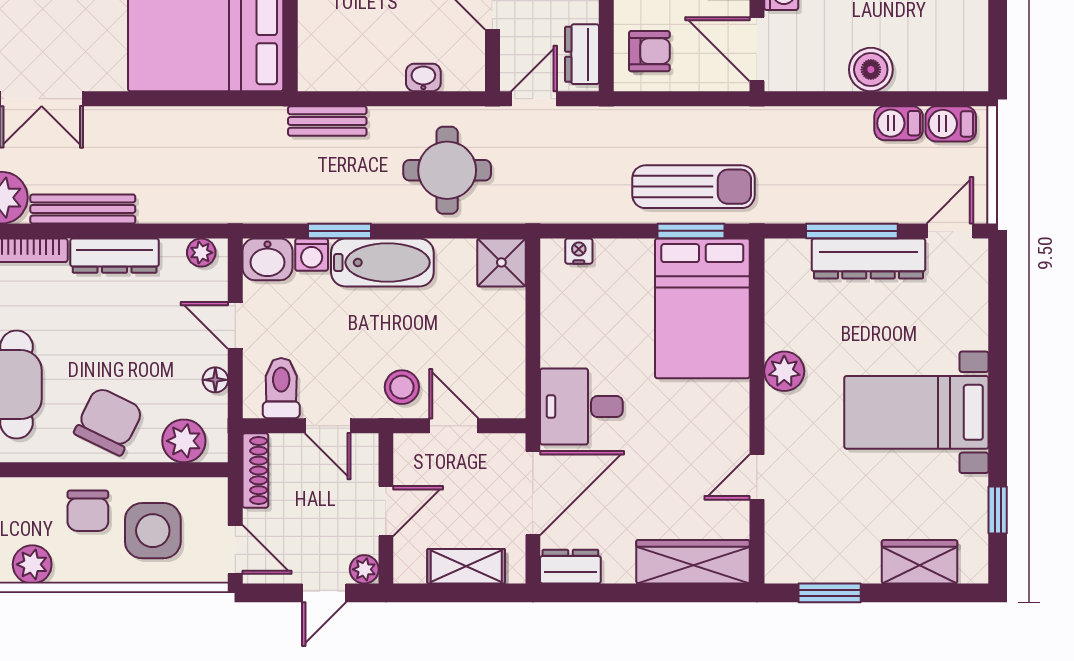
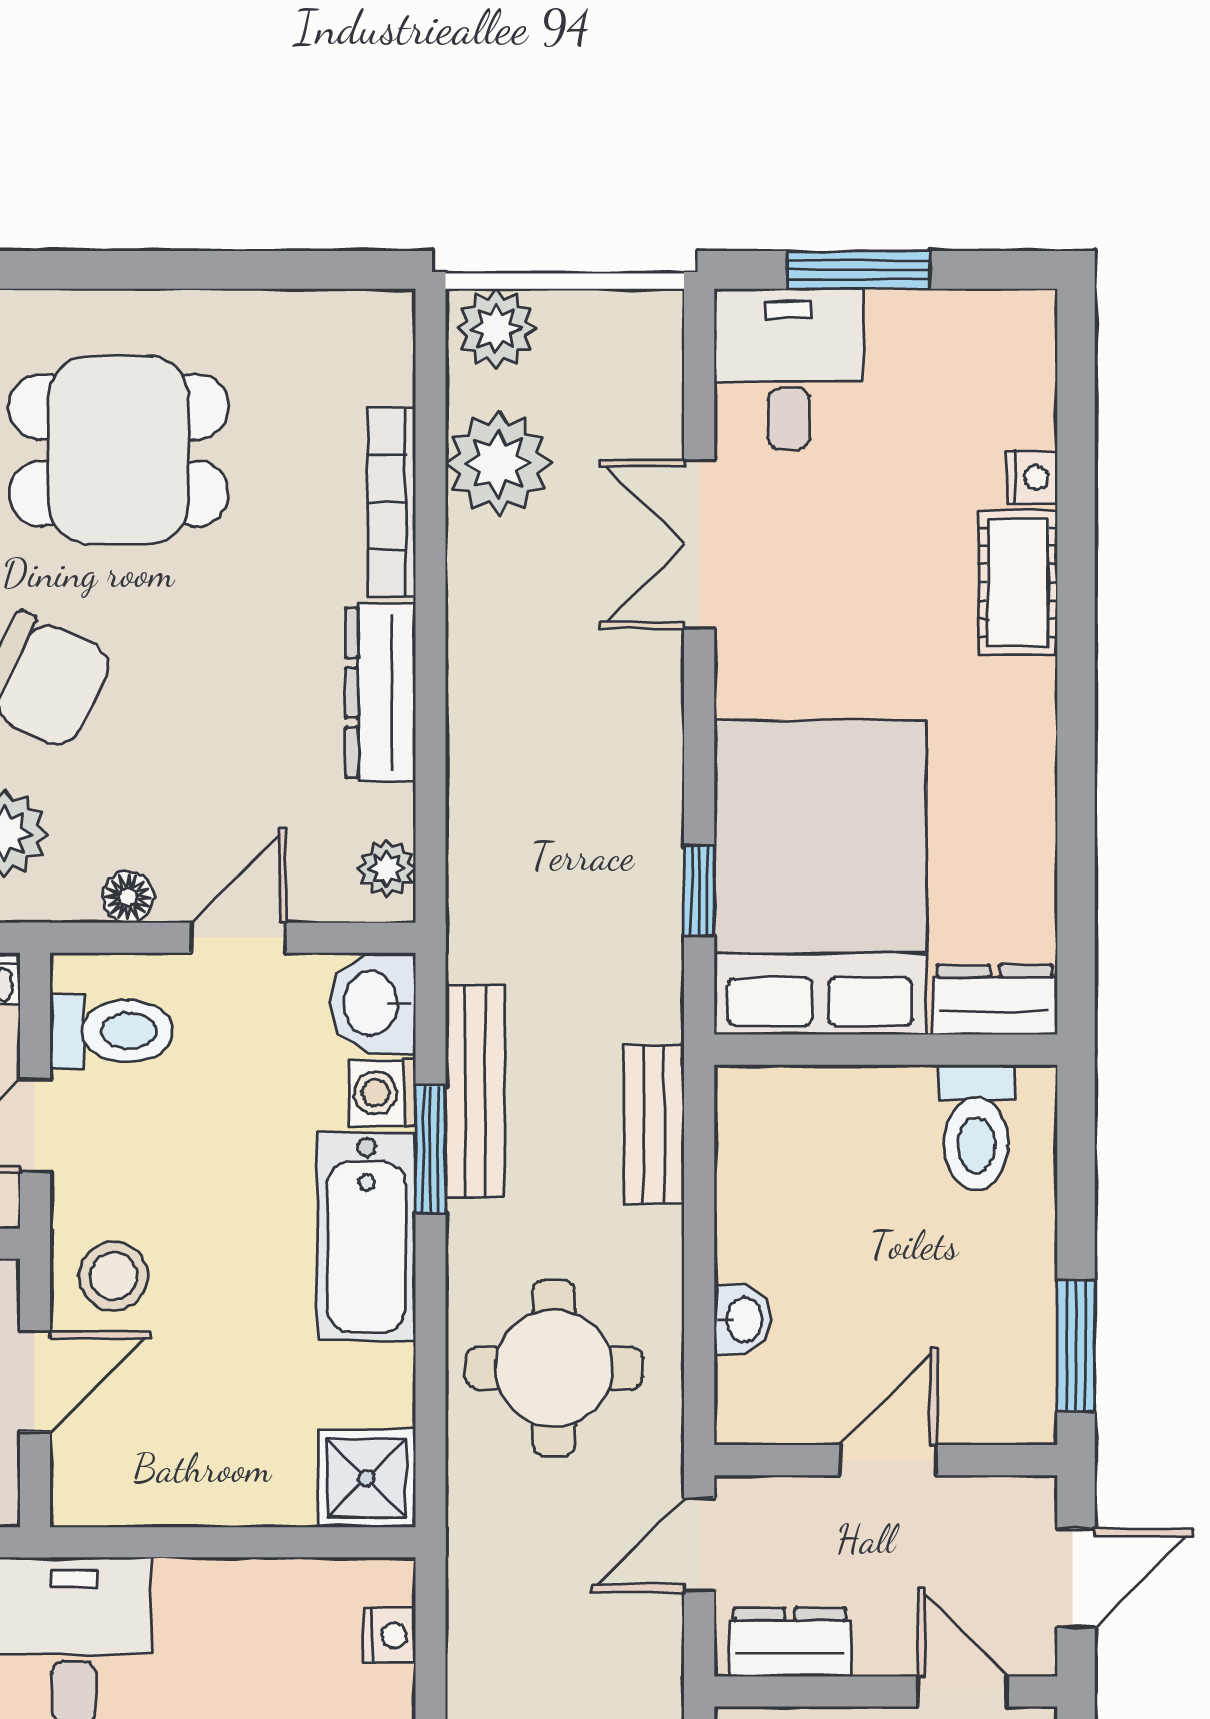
window: (212, 99) -> (699, 891), added
door: (534, 99) -> (699, 1545), swing flipped
bench: (83, 209) -> (475, 1092), moved

